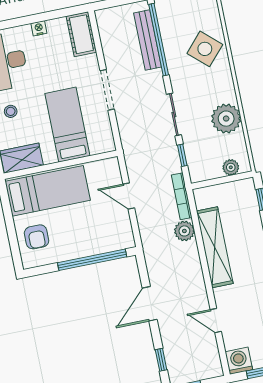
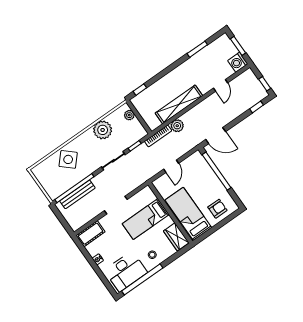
door: (150, 304) -> (216, 136), moved

